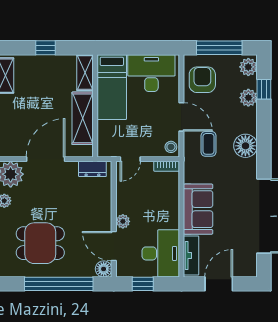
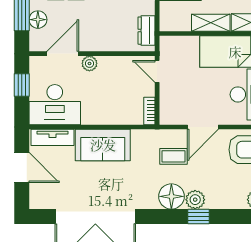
window: (264, 89) -> (199, 217), moved
plant: (248, 98) -> (195, 200), moved
shelving: (83, 118) -> (211, 23), width x0.67, depth x0.75
stool: (171, 147) -> (170, 116), removed
floor lamp: (104, 269) -> (38, 20), moved

